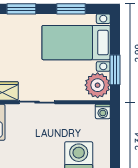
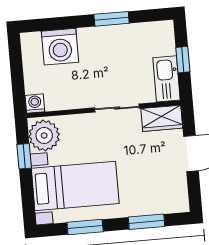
window: (115, 70) -> (24, 156), width x0.67

